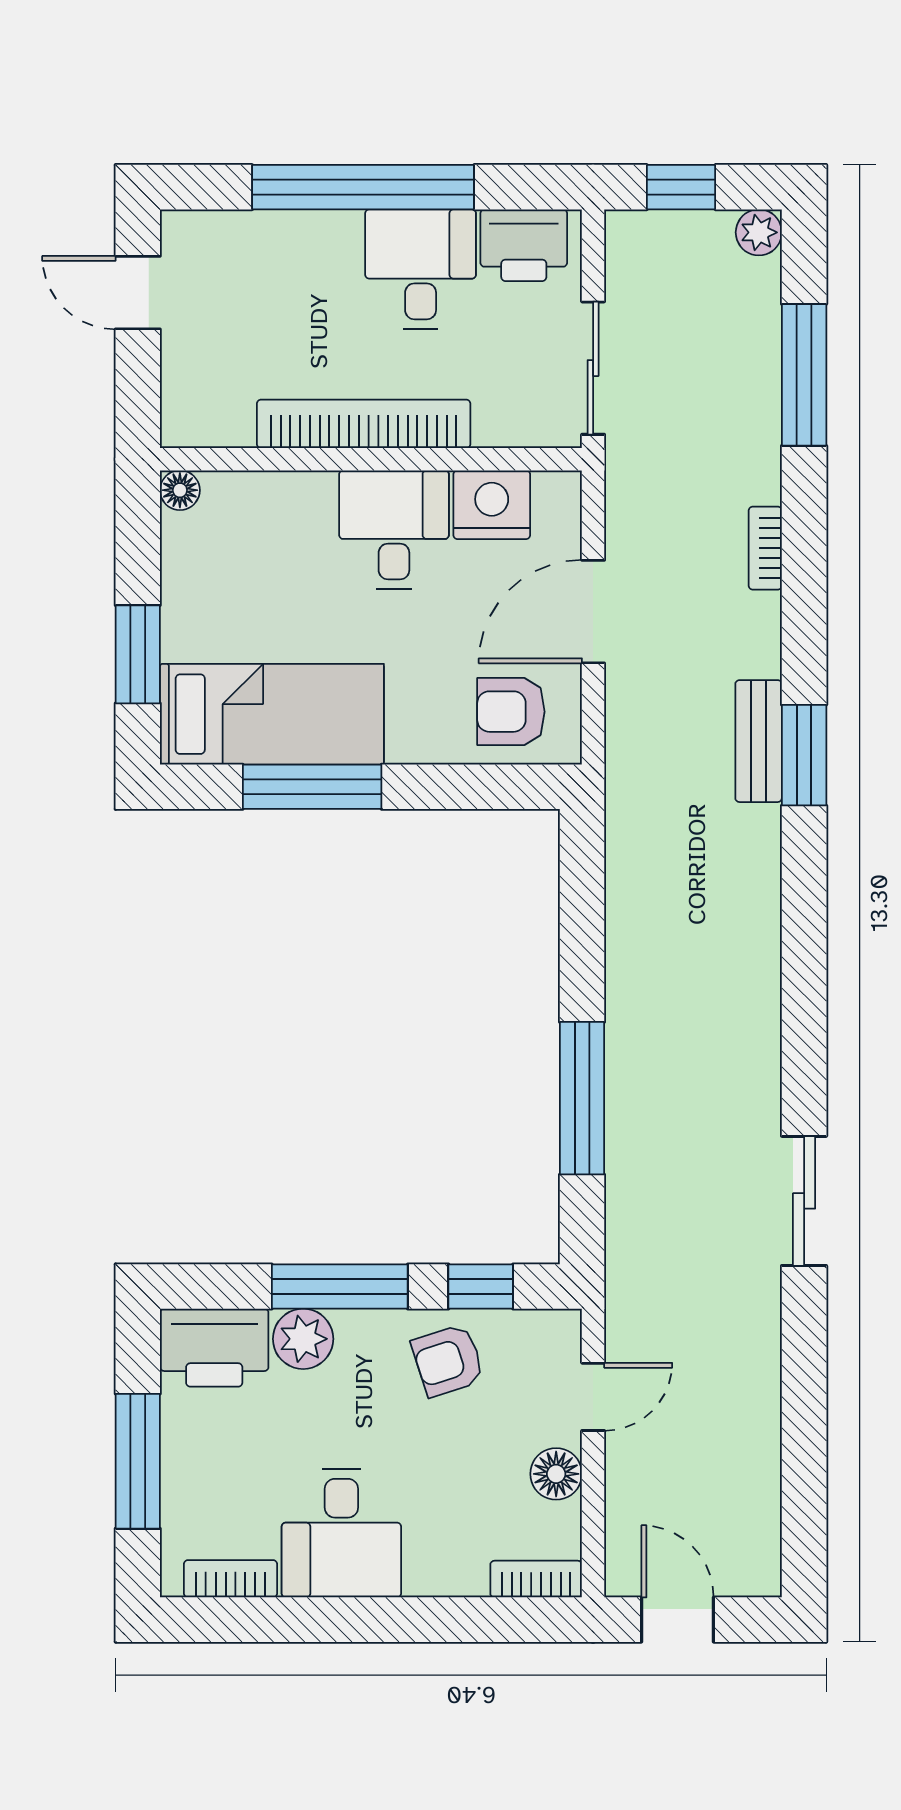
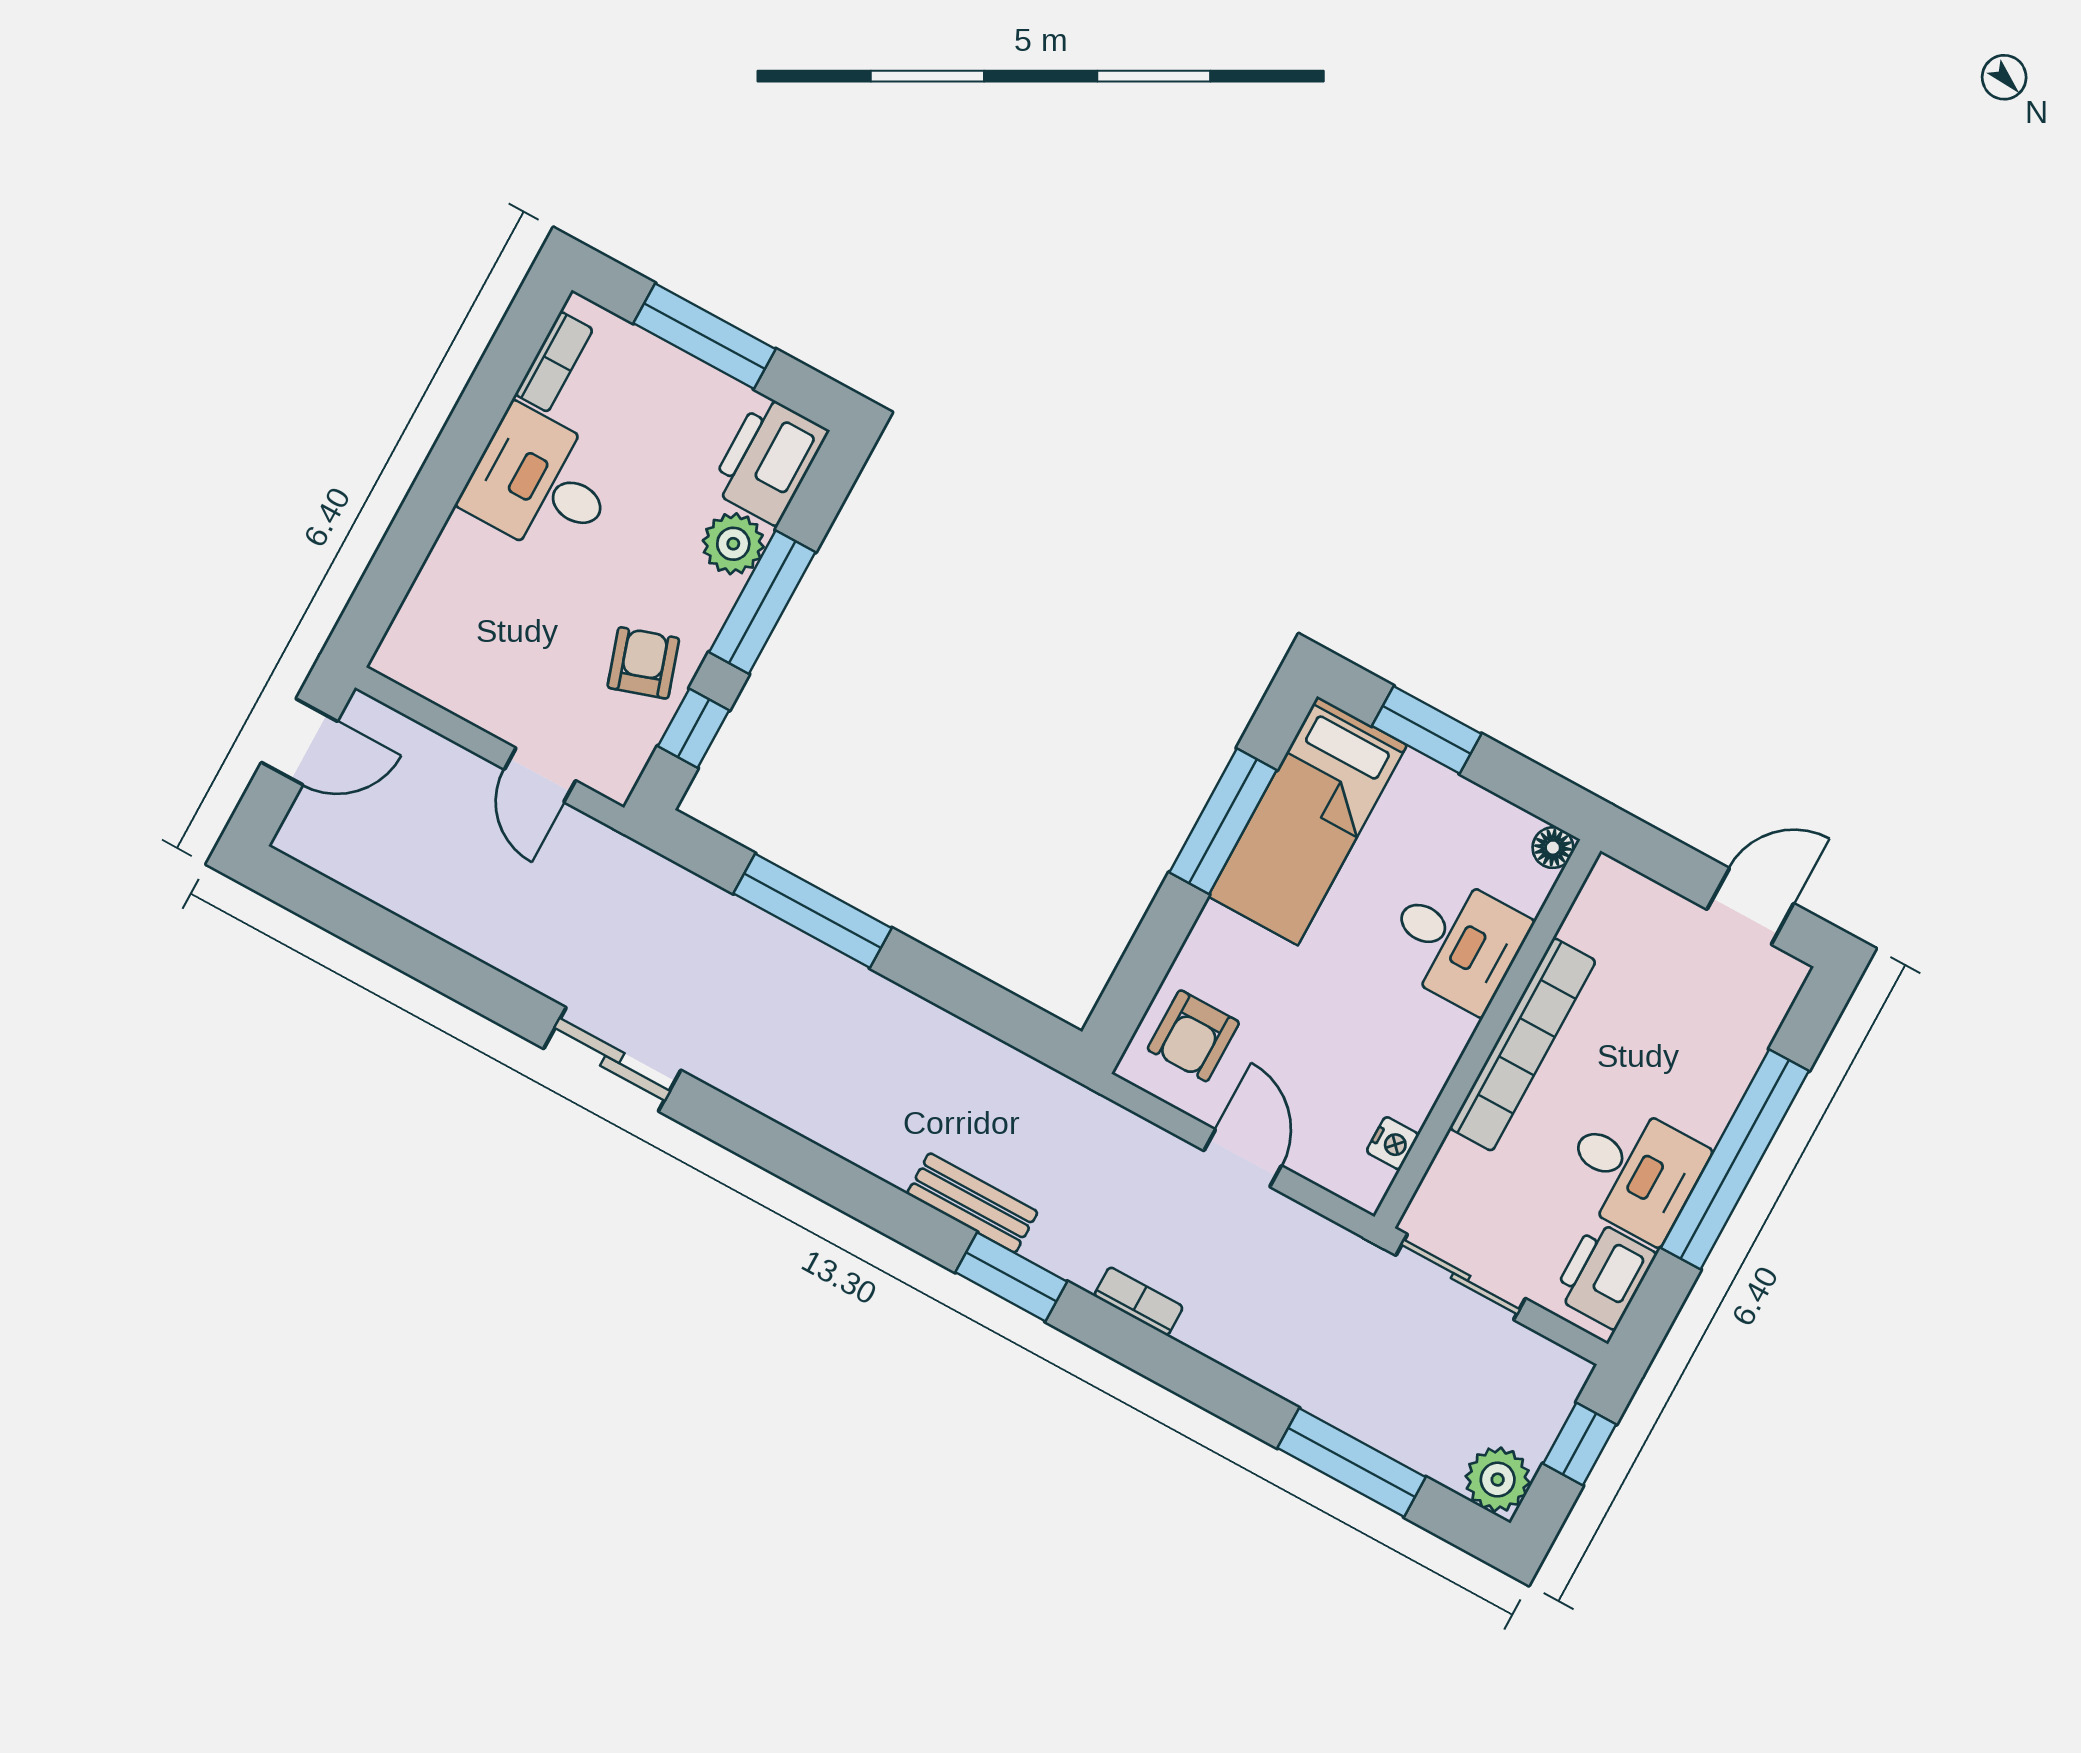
plant: (759, 232) -> (1498, 1480), width x1.38, depth x1.38
nightstand: (492, 505) -> (1393, 1143), width x0.53, depth x0.56
desk: (394, 530) -> (1456, 941), moved
bookcase: (765, 548) -> (1139, 1301), moved
door: (593, 612) -> (1243, 1158), width x0.73
armchair: (511, 712) -> (1193, 1036), turned 180
bench: (759, 741) -> (972, 1203), moved
floor lamp: (556, 1474) -> (489, 704), removed
bookcase: (536, 1579) -> (405, 635), removed

